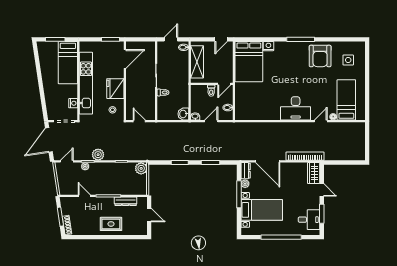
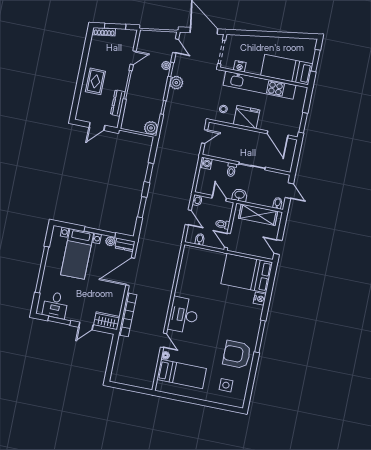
door: (190, 98) -> (219, 198), added
washbasin: (183, 114) -> (240, 195), moved
washing machine: (162, 115) -> (206, 163), added

